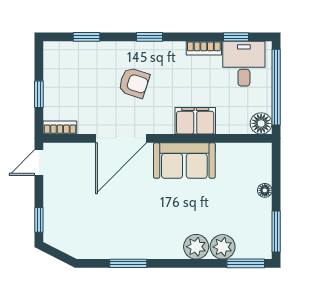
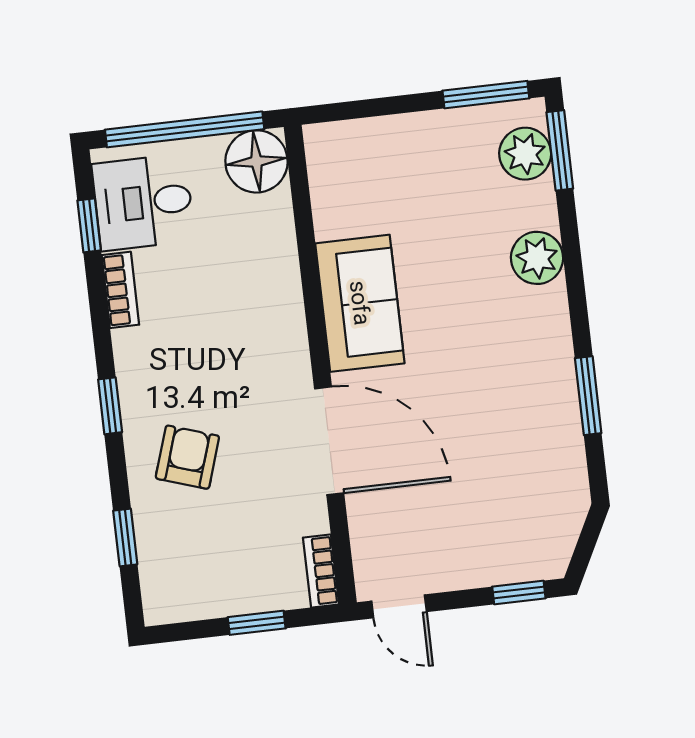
armchair: (134, 83) -> (187, 457), moved
filing cabinet: (195, 121) -> (274, 290), removed
floor lamp: (261, 123) -> (256, 161), width x1.38, depth x1.38
floor lamp: (265, 190) -> (403, 128), removed
plant: (223, 247) -> (525, 154), moved

